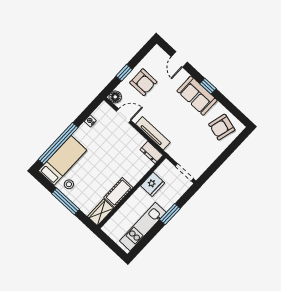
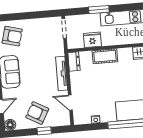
armchair: (143, 82) -> (37, 113), turned -61
floor lamp: (115, 97) -> (10, 125), moved
cot: (118, 193) -> (105, 56), moved

